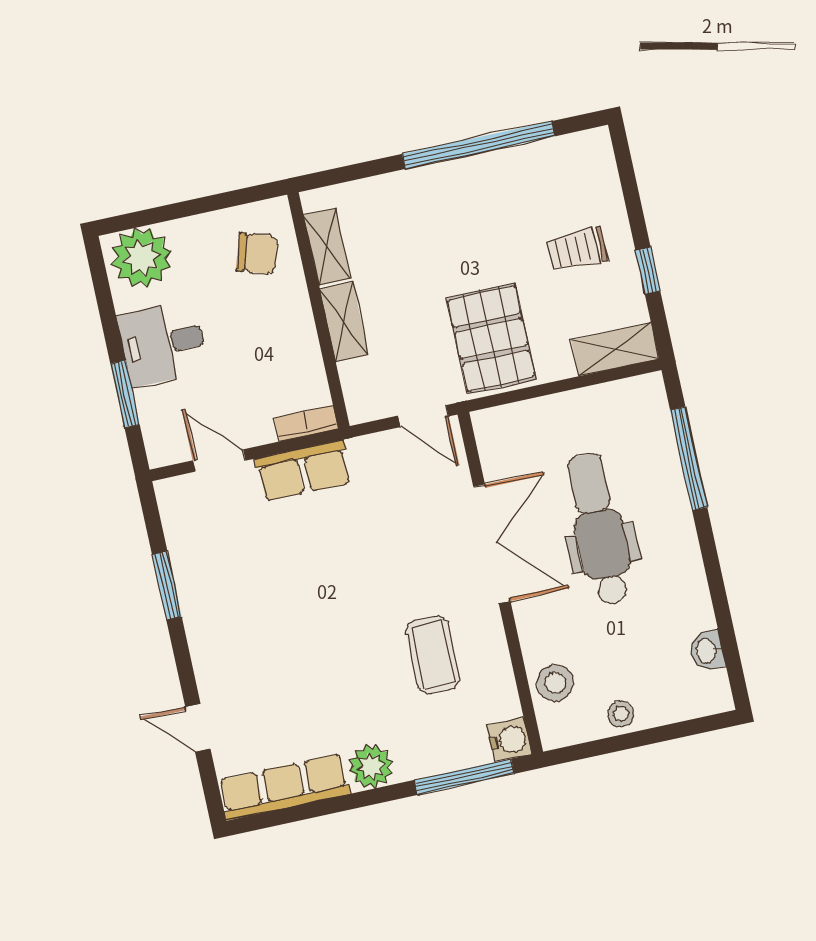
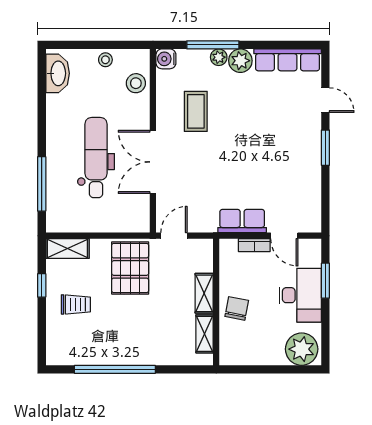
chair: (257, 254) -> (237, 308), moved, turned 83
desk: (163, 343) -> (300, 295), width x1.37
door: (423, 416) -> (174, 236), hinge flipped
bookcase: (306, 423) -> (254, 245), moved
dental chair: (599, 529) -> (96, 158), turned 180
window: (167, 586) -> (325, 148), moved
washbasin: (707, 651) -> (58, 73), width x1.91, depth x1.45
plant: (412, 764) -> (219, 57), added
window: (464, 777) -> (213, 45), moved

